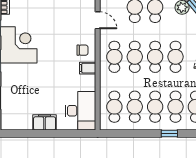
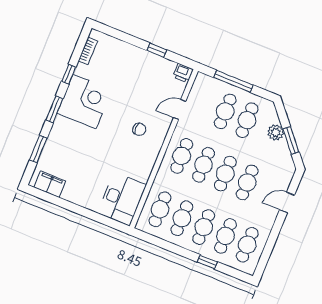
door: (98, 20) -> (180, 109), swing flipped
chair: (82, 50) -> (139, 129), moved
filing cabinet: (88, 68) -> (148, 156), removed
filing cabinet: (45, 122) -> (50, 184), moved

